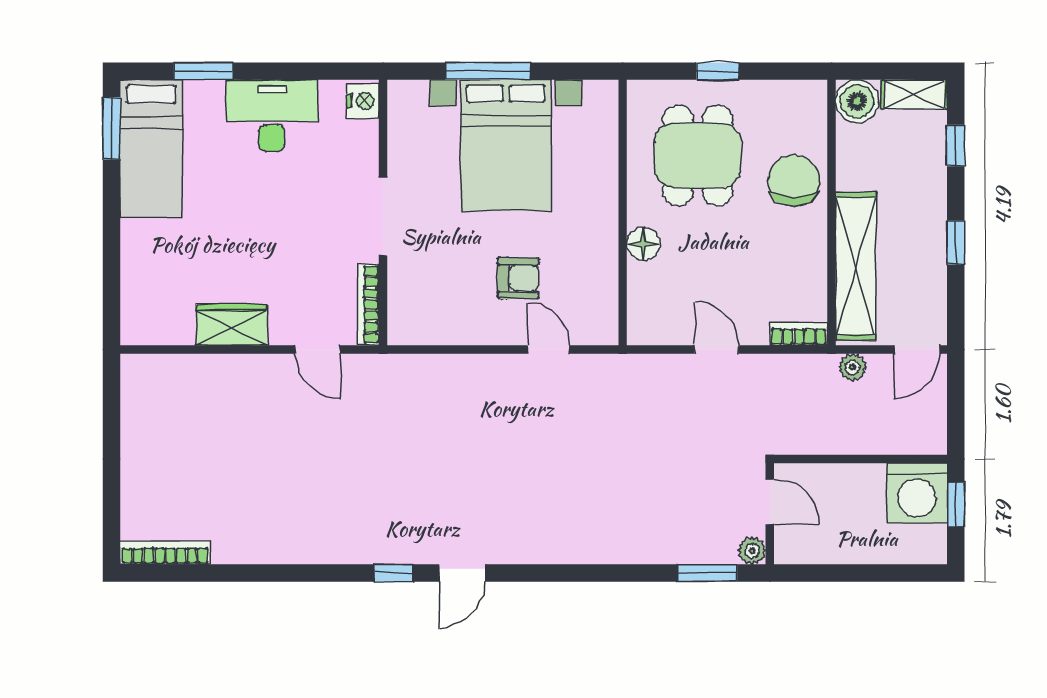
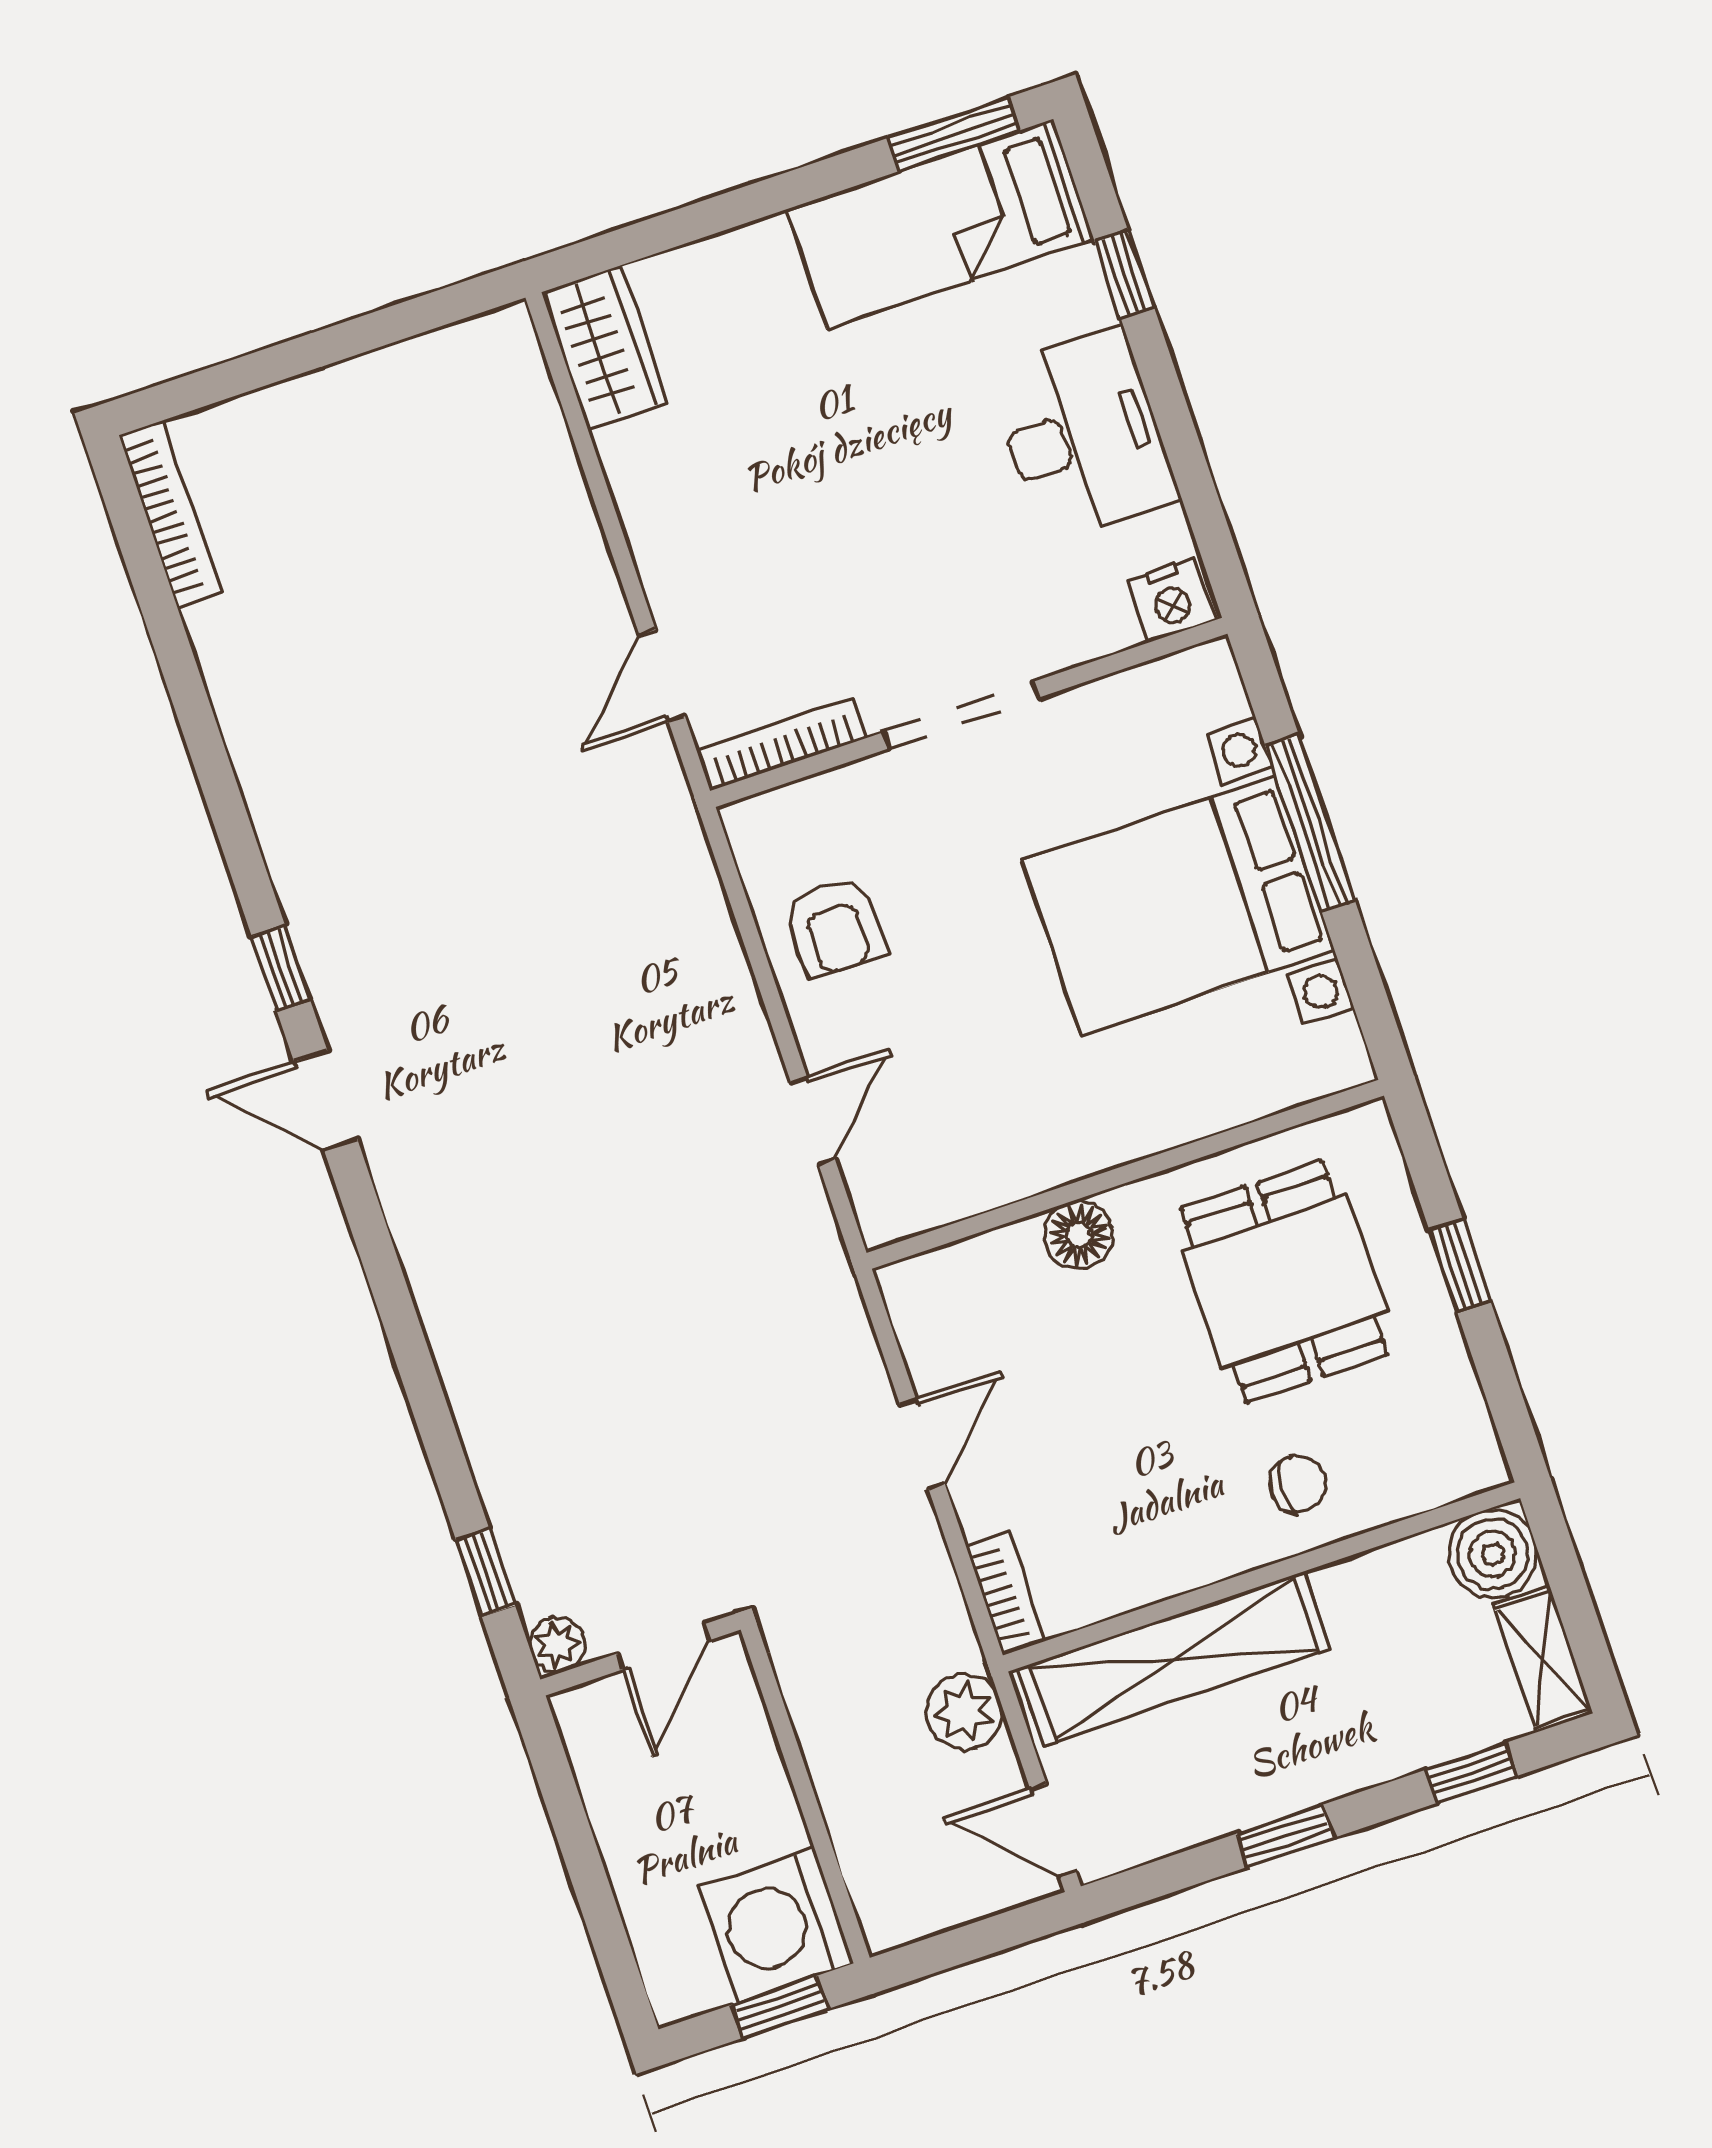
window: (203, 71) -> (1124, 274), width x0.67
dining table: (698, 155) -> (1284, 1282), turned 90
chair: (794, 181) -> (1298, 1484), width x0.54, depth x0.54
armchair: (518, 278) -> (835, 927), moved
wardrobe: (231, 325) -> (604, 347), moved
plant: (853, 367) -> (964, 1712), width x1.38, depth x1.38
window: (707, 573) -> (486, 1573), width x0.67

